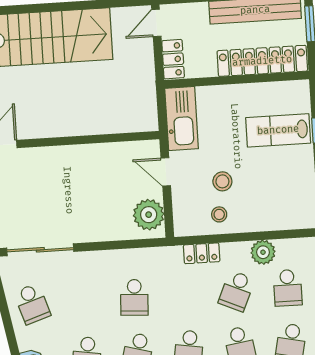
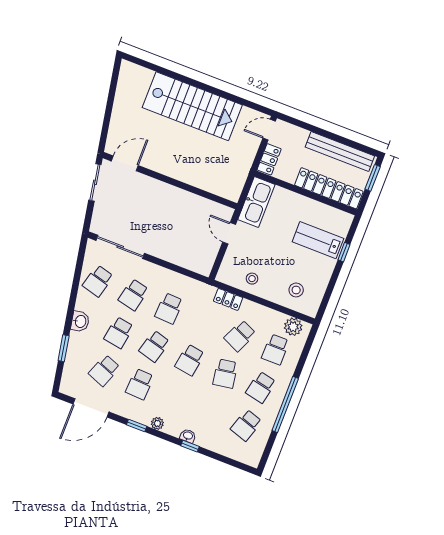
stool: (222, 181) -> (296, 290), moved
plant: (149, 215) -> (204, 257), removed
plant: (263, 252) -> (293, 327), moved
school desk: (83, 301) -> (133, 295), added
school desk: (32, 304) -> (98, 281), turned 33

